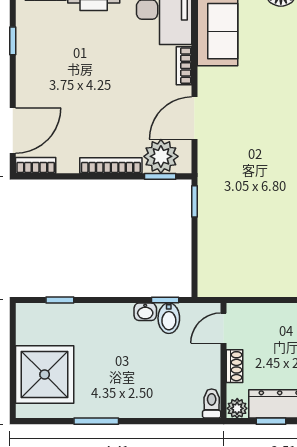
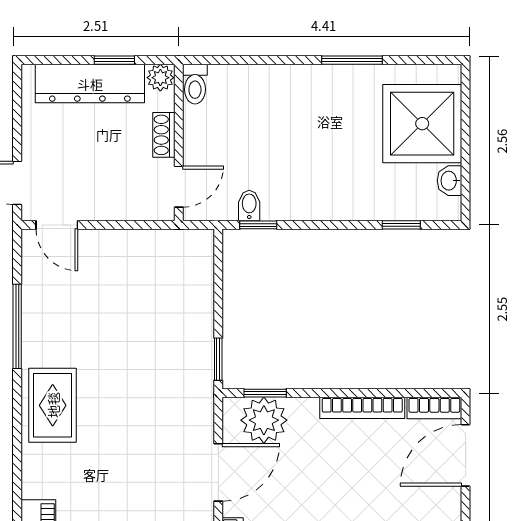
bookcase: (111, 166) -> (362, 408), moved
washbasin: (145, 312) -> (449, 181), moved, turned -90
bidet: (169, 318) -> (249, 206), width x0.72, depth x0.74

